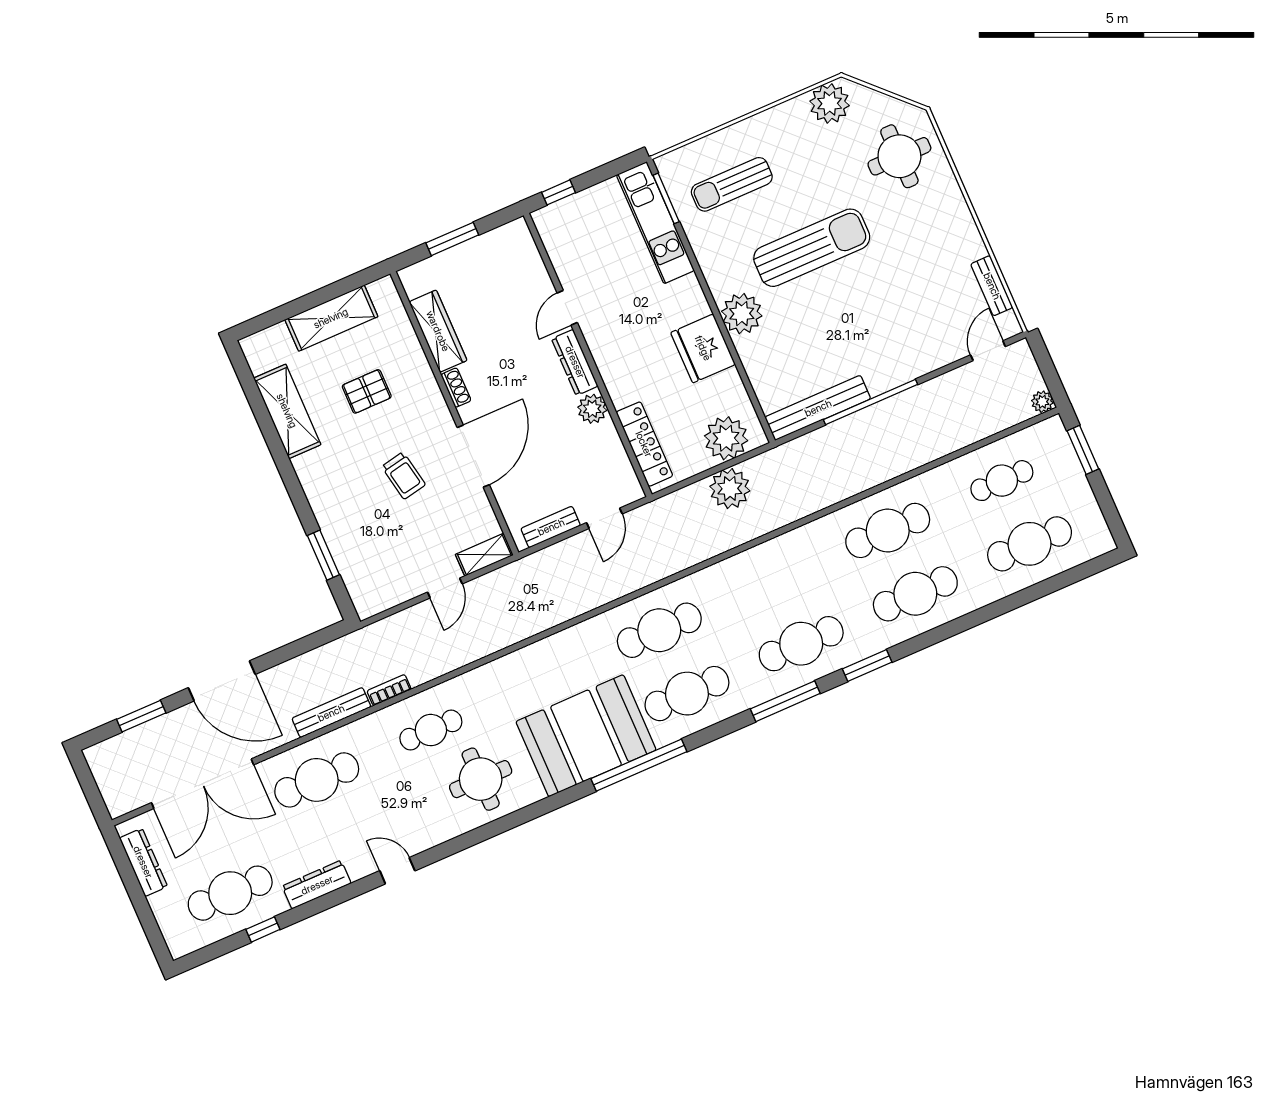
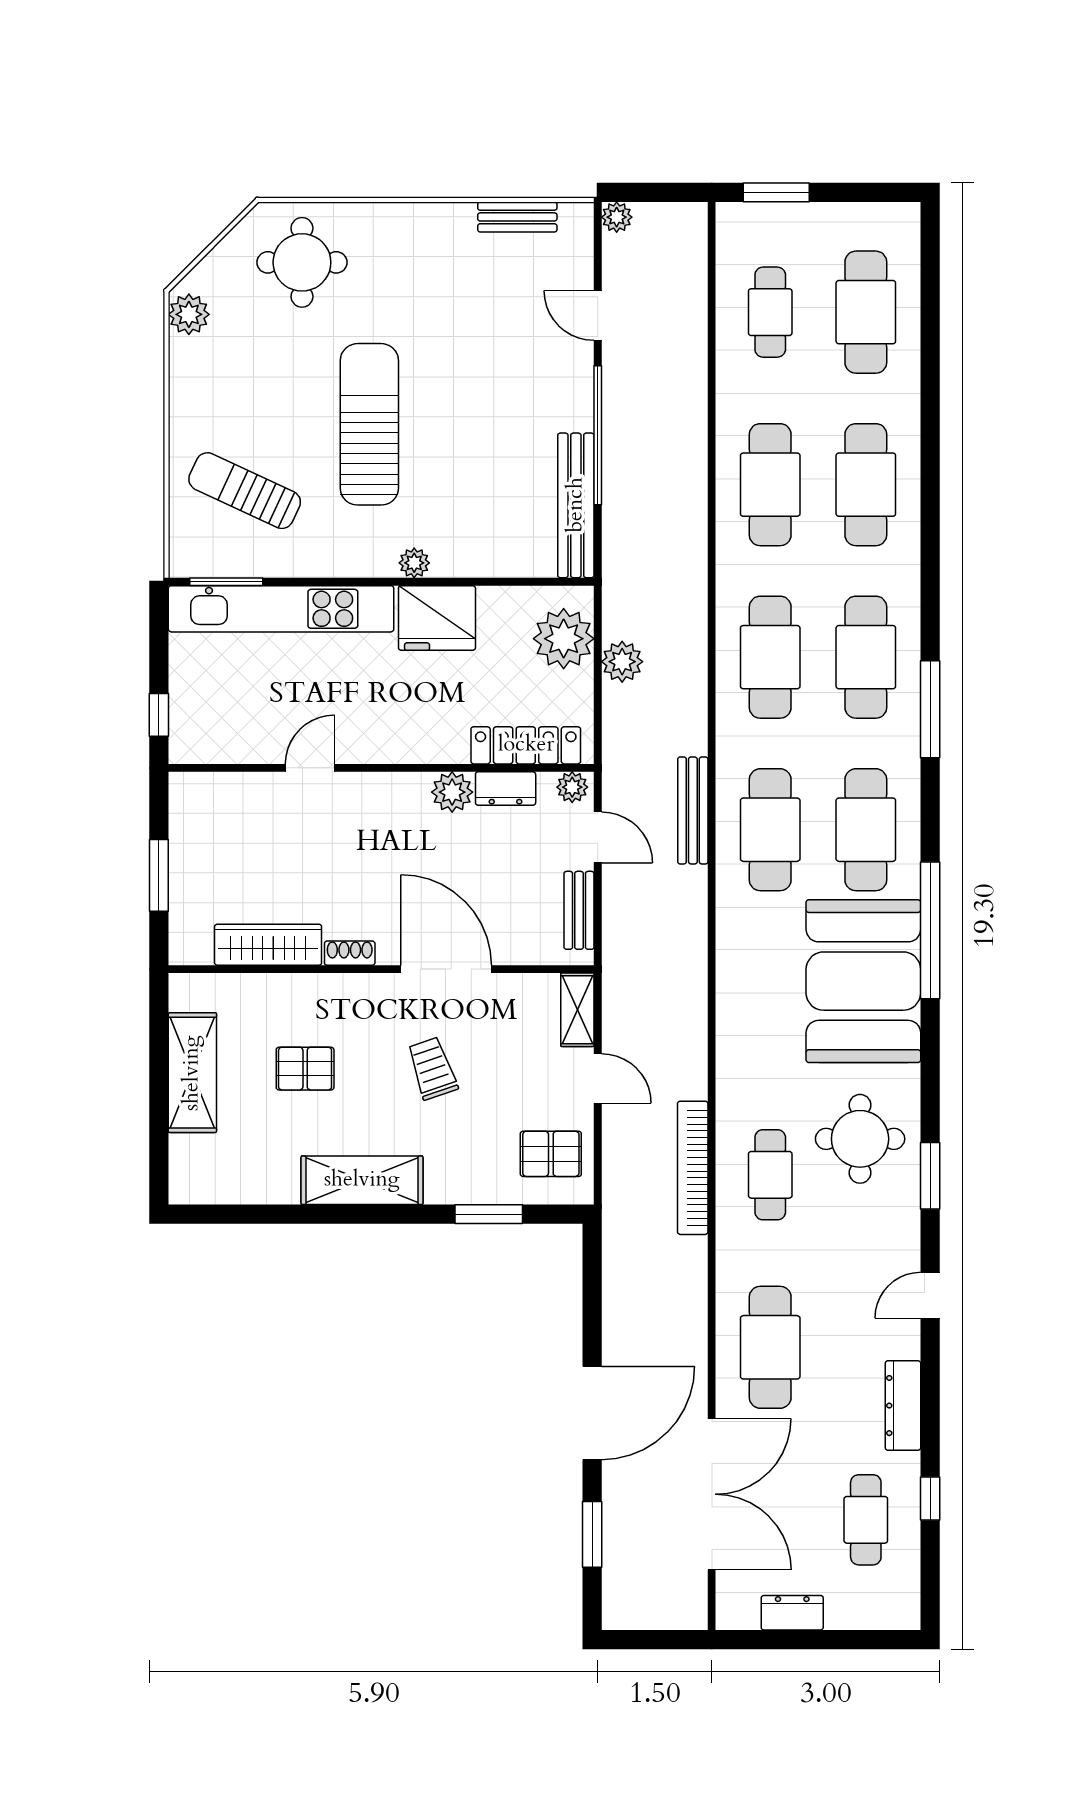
plant: (830, 103) -> (189, 314), width x0.73, depth x0.73
sun lounger: (732, 184) -> (245, 491), turned 115
kitchen unit: (655, 223) -> (281, 609), width x1.36
door: (567, 308) -> (310, 768), swing flipped
plant: (742, 314) -> (414, 563), width x0.53, depth x0.53
door: (988, 351) -> (598, 316), moved
dresser: (575, 362) -> (506, 789), moved, width x0.70
pallet: (367, 391) -> (305, 1069), turned 90
plant: (1042, 402) -> (617, 217), moved
shelving: (287, 411) -> (362, 1180), moved
trolley: (404, 476) -> (432, 1068), turned -98
plant: (630, 487) -> (572, 787), added
plant: (730, 489) -> (622, 662), width x0.73, depth x0.73
pallet: (381, 579) -> (551, 1154), added
cafe table: (773, 580) -> (770, 657), added
window: (867, 665) -> (930, 1176), moved
bookcase: (389, 690) -> (693, 1168), width x2.31, depth x1.31
bench: (331, 713) -> (693, 810), moved
dresser: (143, 862) -> (792, 1613), width x0.70
cafe table: (230, 893) -> (866, 1520), width x0.73, depth x0.74

